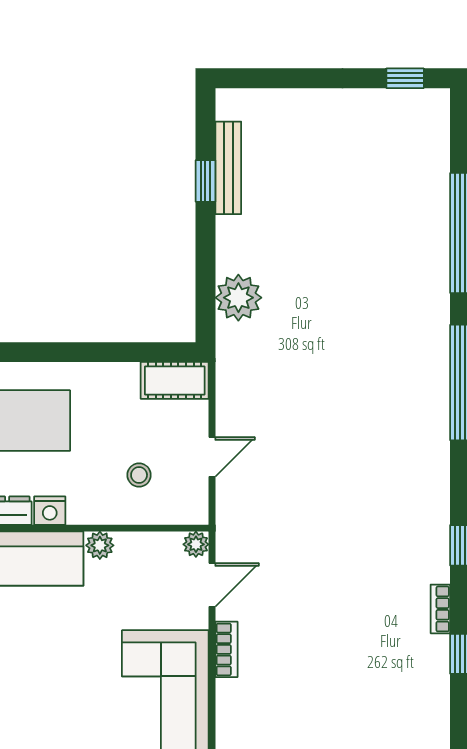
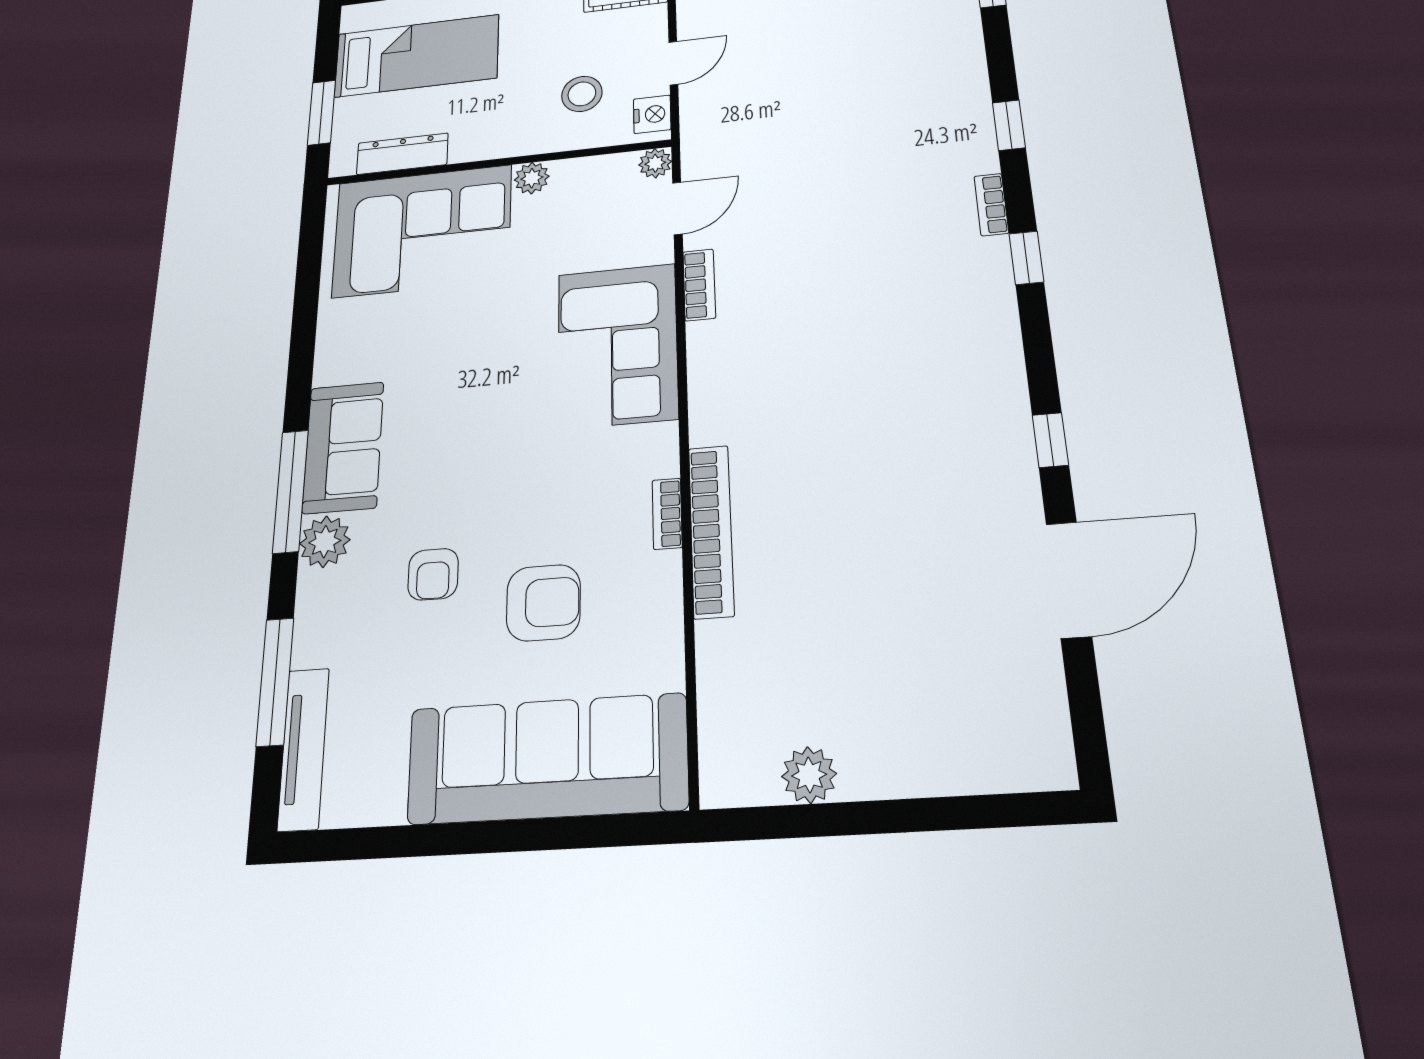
stool: (139, 475) -> (582, 94), width x1.37, depth x1.37
nightstand: (50, 511) -> (652, 114), moved, turned -90

